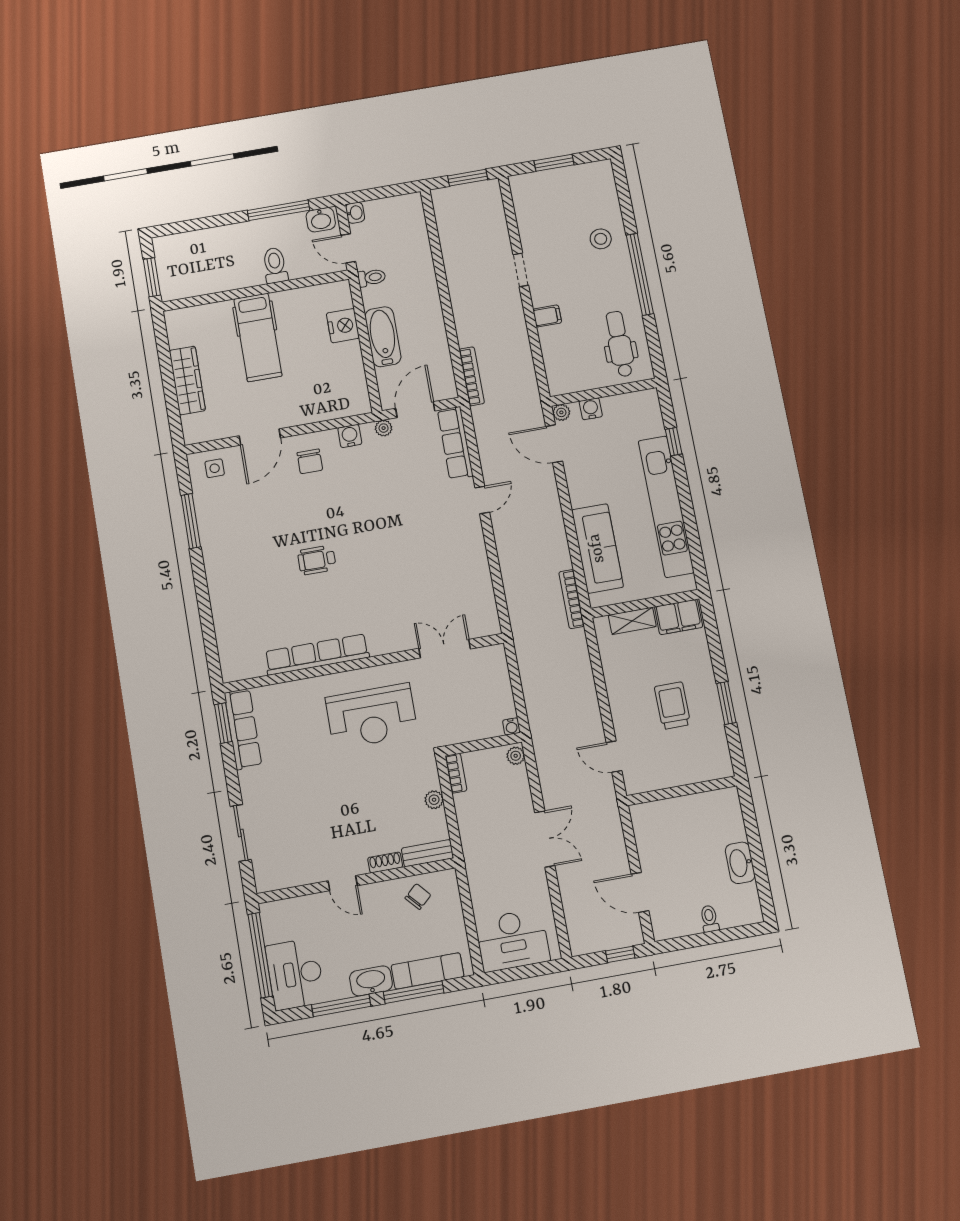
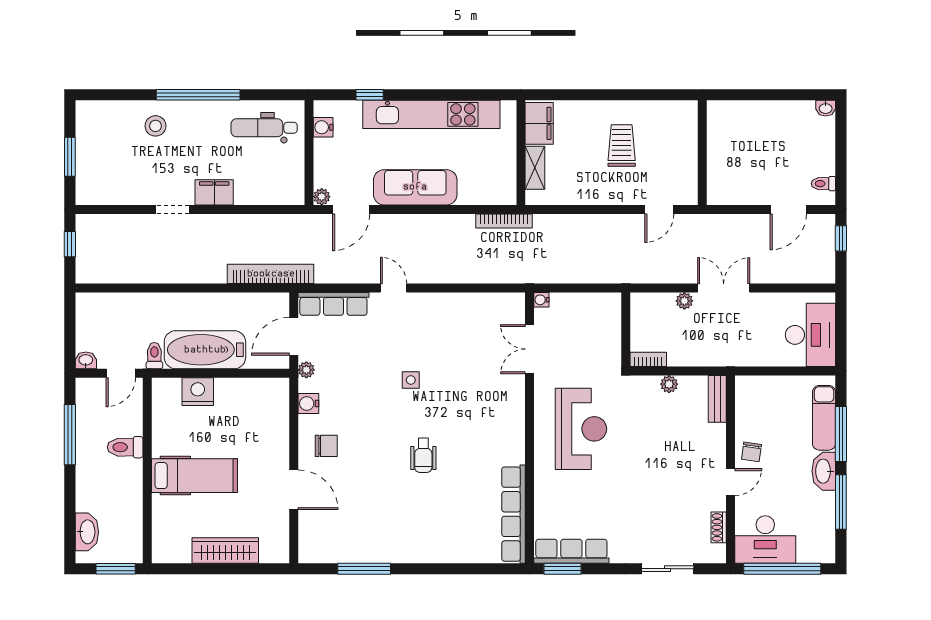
window: (468, 178) -> (70, 244), width x0.67
washbasin: (321, 220) -> (87, 532), moved, width x1.38
filing cabinet: (547, 316) -> (214, 192), width x2.00
bathtub: (383, 337) -> (205, 350), width x1.36, depth x1.36
bookcase: (472, 376) -> (271, 274), width x1.48, depth x1.31
water cooler: (591, 409) -> (323, 127), moved
door: (415, 410) -> (294, 336), hinge flipped
side table: (215, 468) -> (411, 380), moved
sofa: (597, 548) -> (415, 187), moved
row of seats: (317, 655) -> (514, 514), moved
window: (726, 703) -> (628, 95), removed
trolley: (672, 706) -> (622, 146), turned 90
water cooler: (511, 726) -> (541, 300), moved, turned 180
plant: (516, 756) -> (684, 301), moved
shoe rack: (385, 862) -> (719, 527), moved
washbasin: (740, 863) -> (826, 108), moved, width x0.52, depth x0.69
chair: (418, 897) -> (751, 452), moved, turned -130
toilet: (709, 919) -> (823, 184), moved
desk: (295, 974) -> (765, 539), moved

